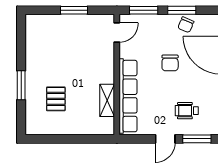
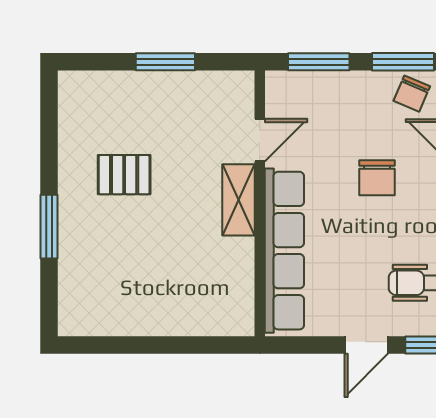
door: (117, 33) -> (260, 140), moved
pallet: (56, 99) -> (124, 175), moved, turned 90
shelving: (107, 100) -> (238, 200), moved

